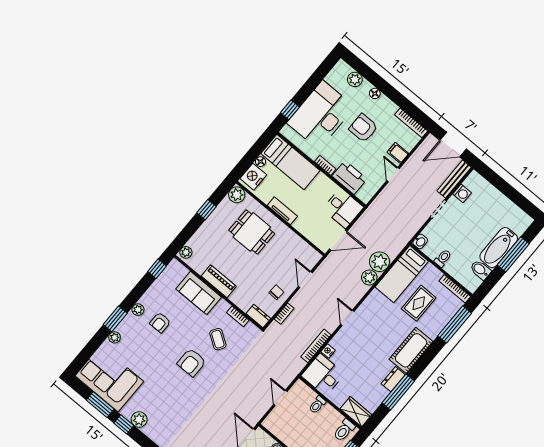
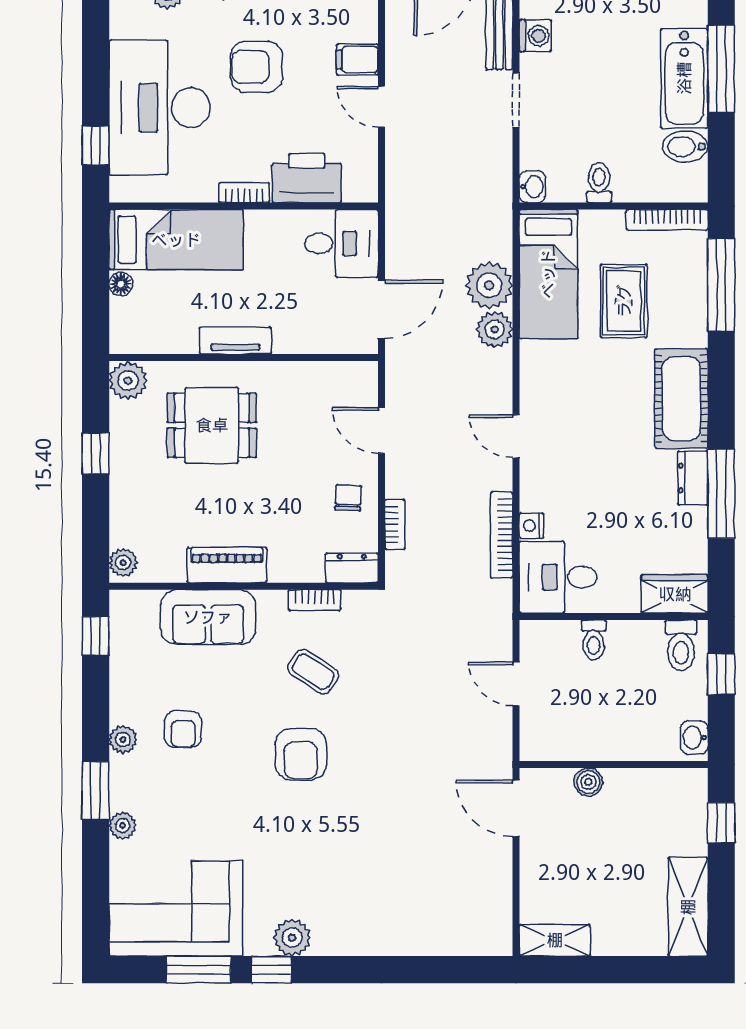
nightstand: (253, 177) -> (131, 323), removed

